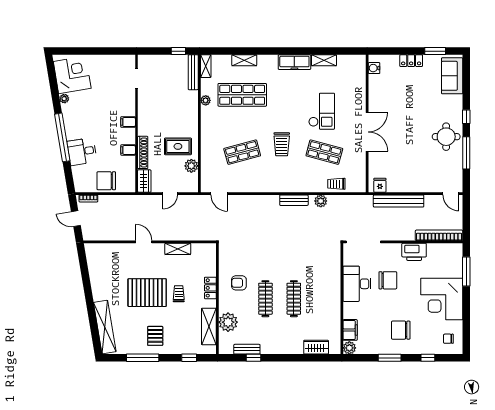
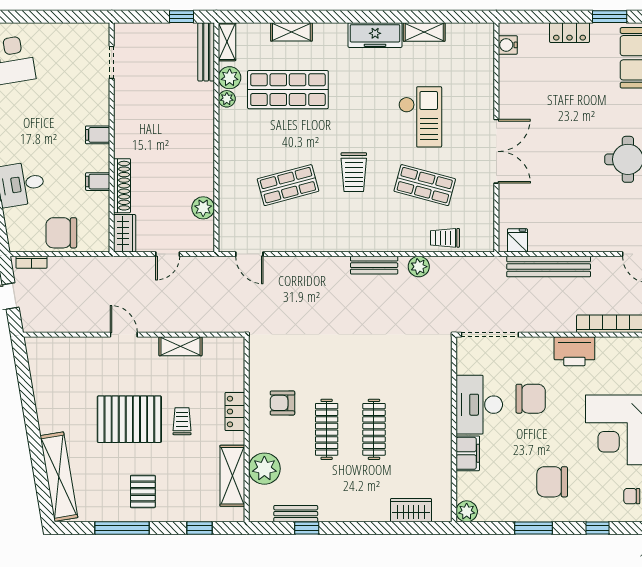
plant: (207, 88) -> (230, 78), added
rug: (178, 146) -> (181, 176), removed
filing cabinet: (350, 330) -> (468, 453), moved

